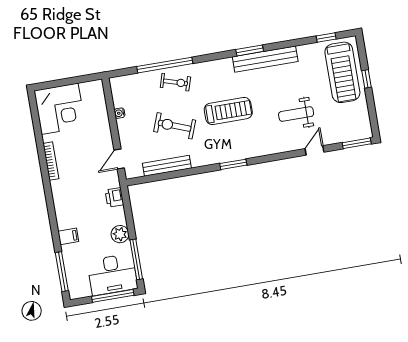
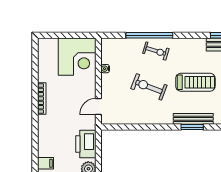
corner desk: (60, 109) -> (77, 57), moved
bench: (167, 166) -> (193, 119), moved
printer: (114, 197) -> (86, 144), width x1.87, depth x1.48

